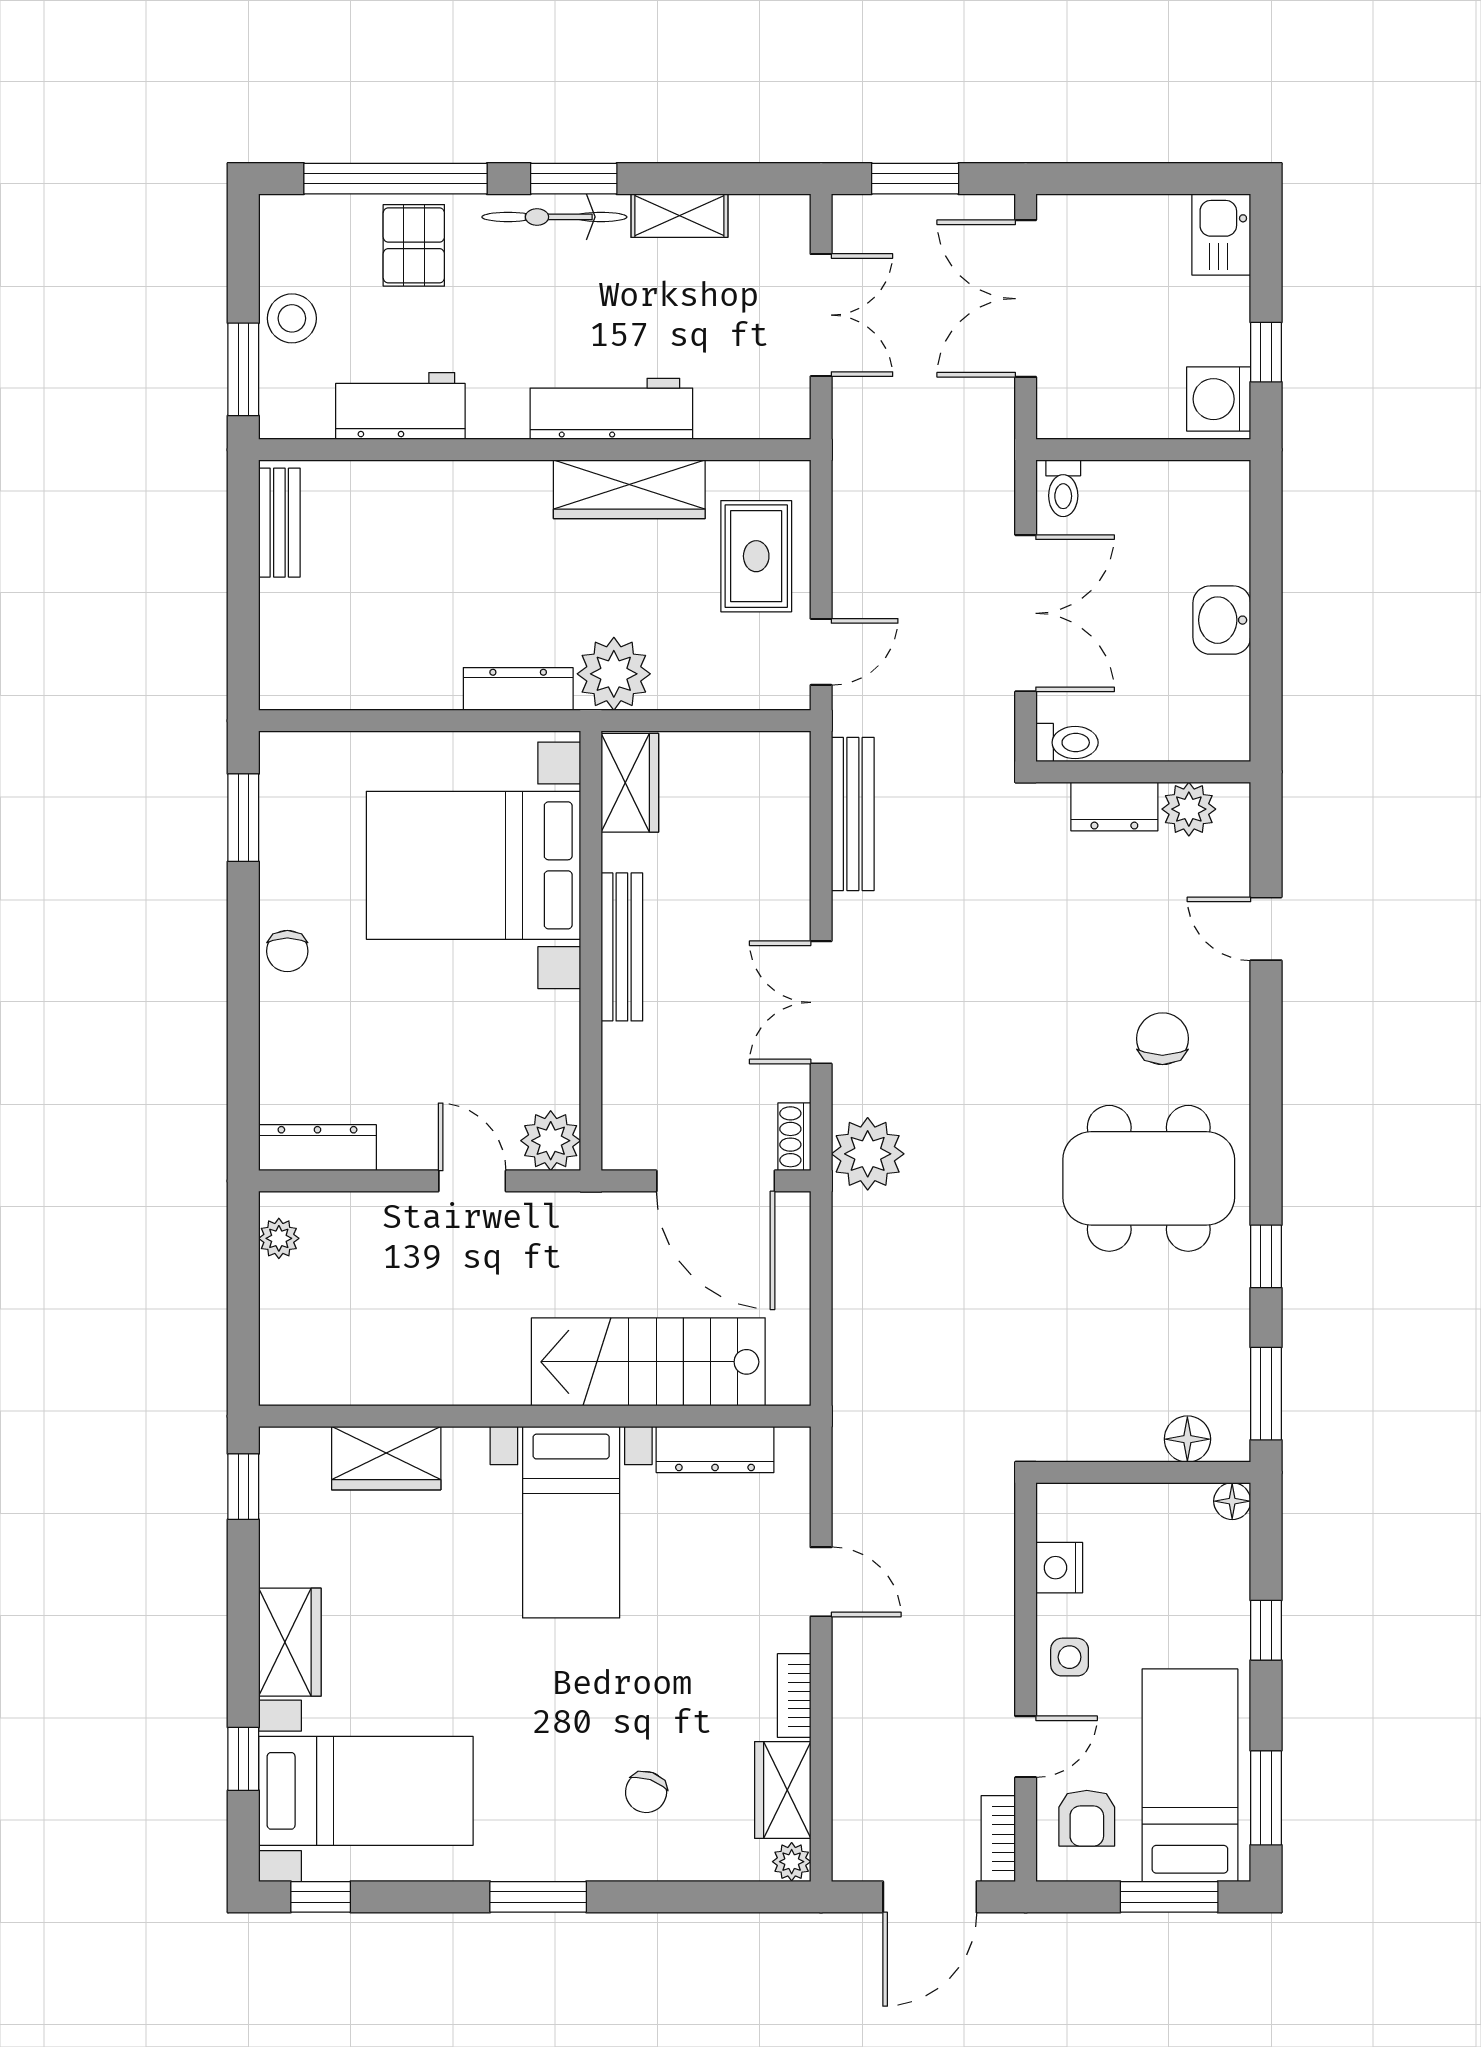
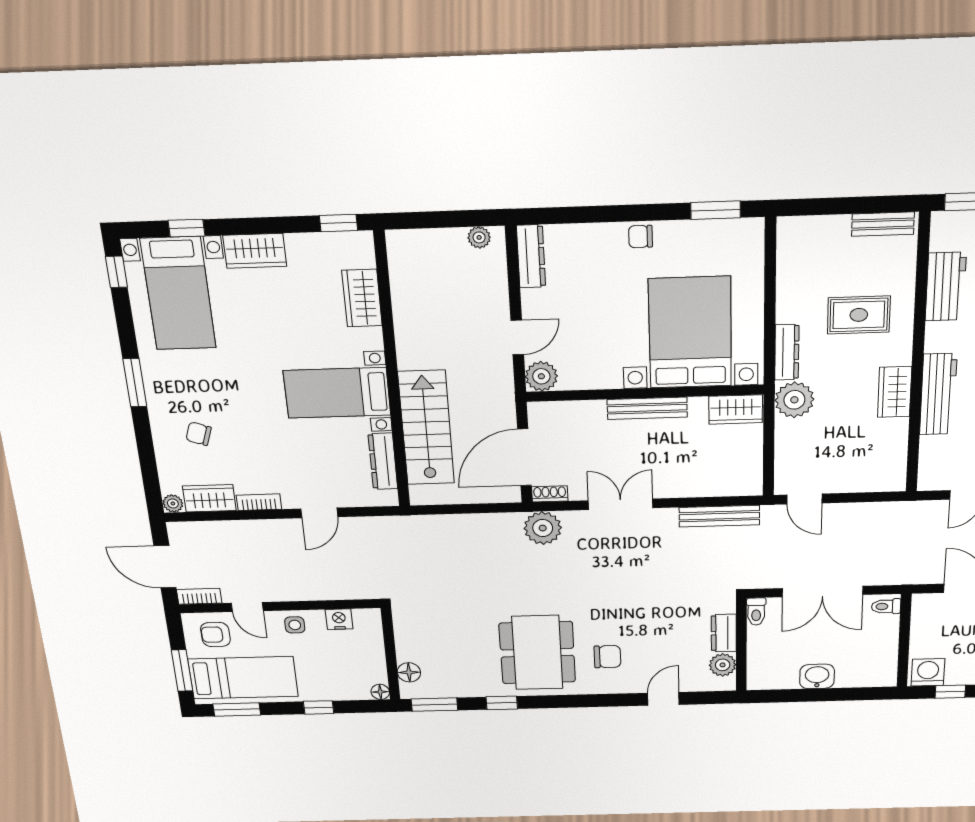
wardrobe: (629, 489) -> (895, 392), width x0.67
rug: (756, 556) -> (859, 315), moved

